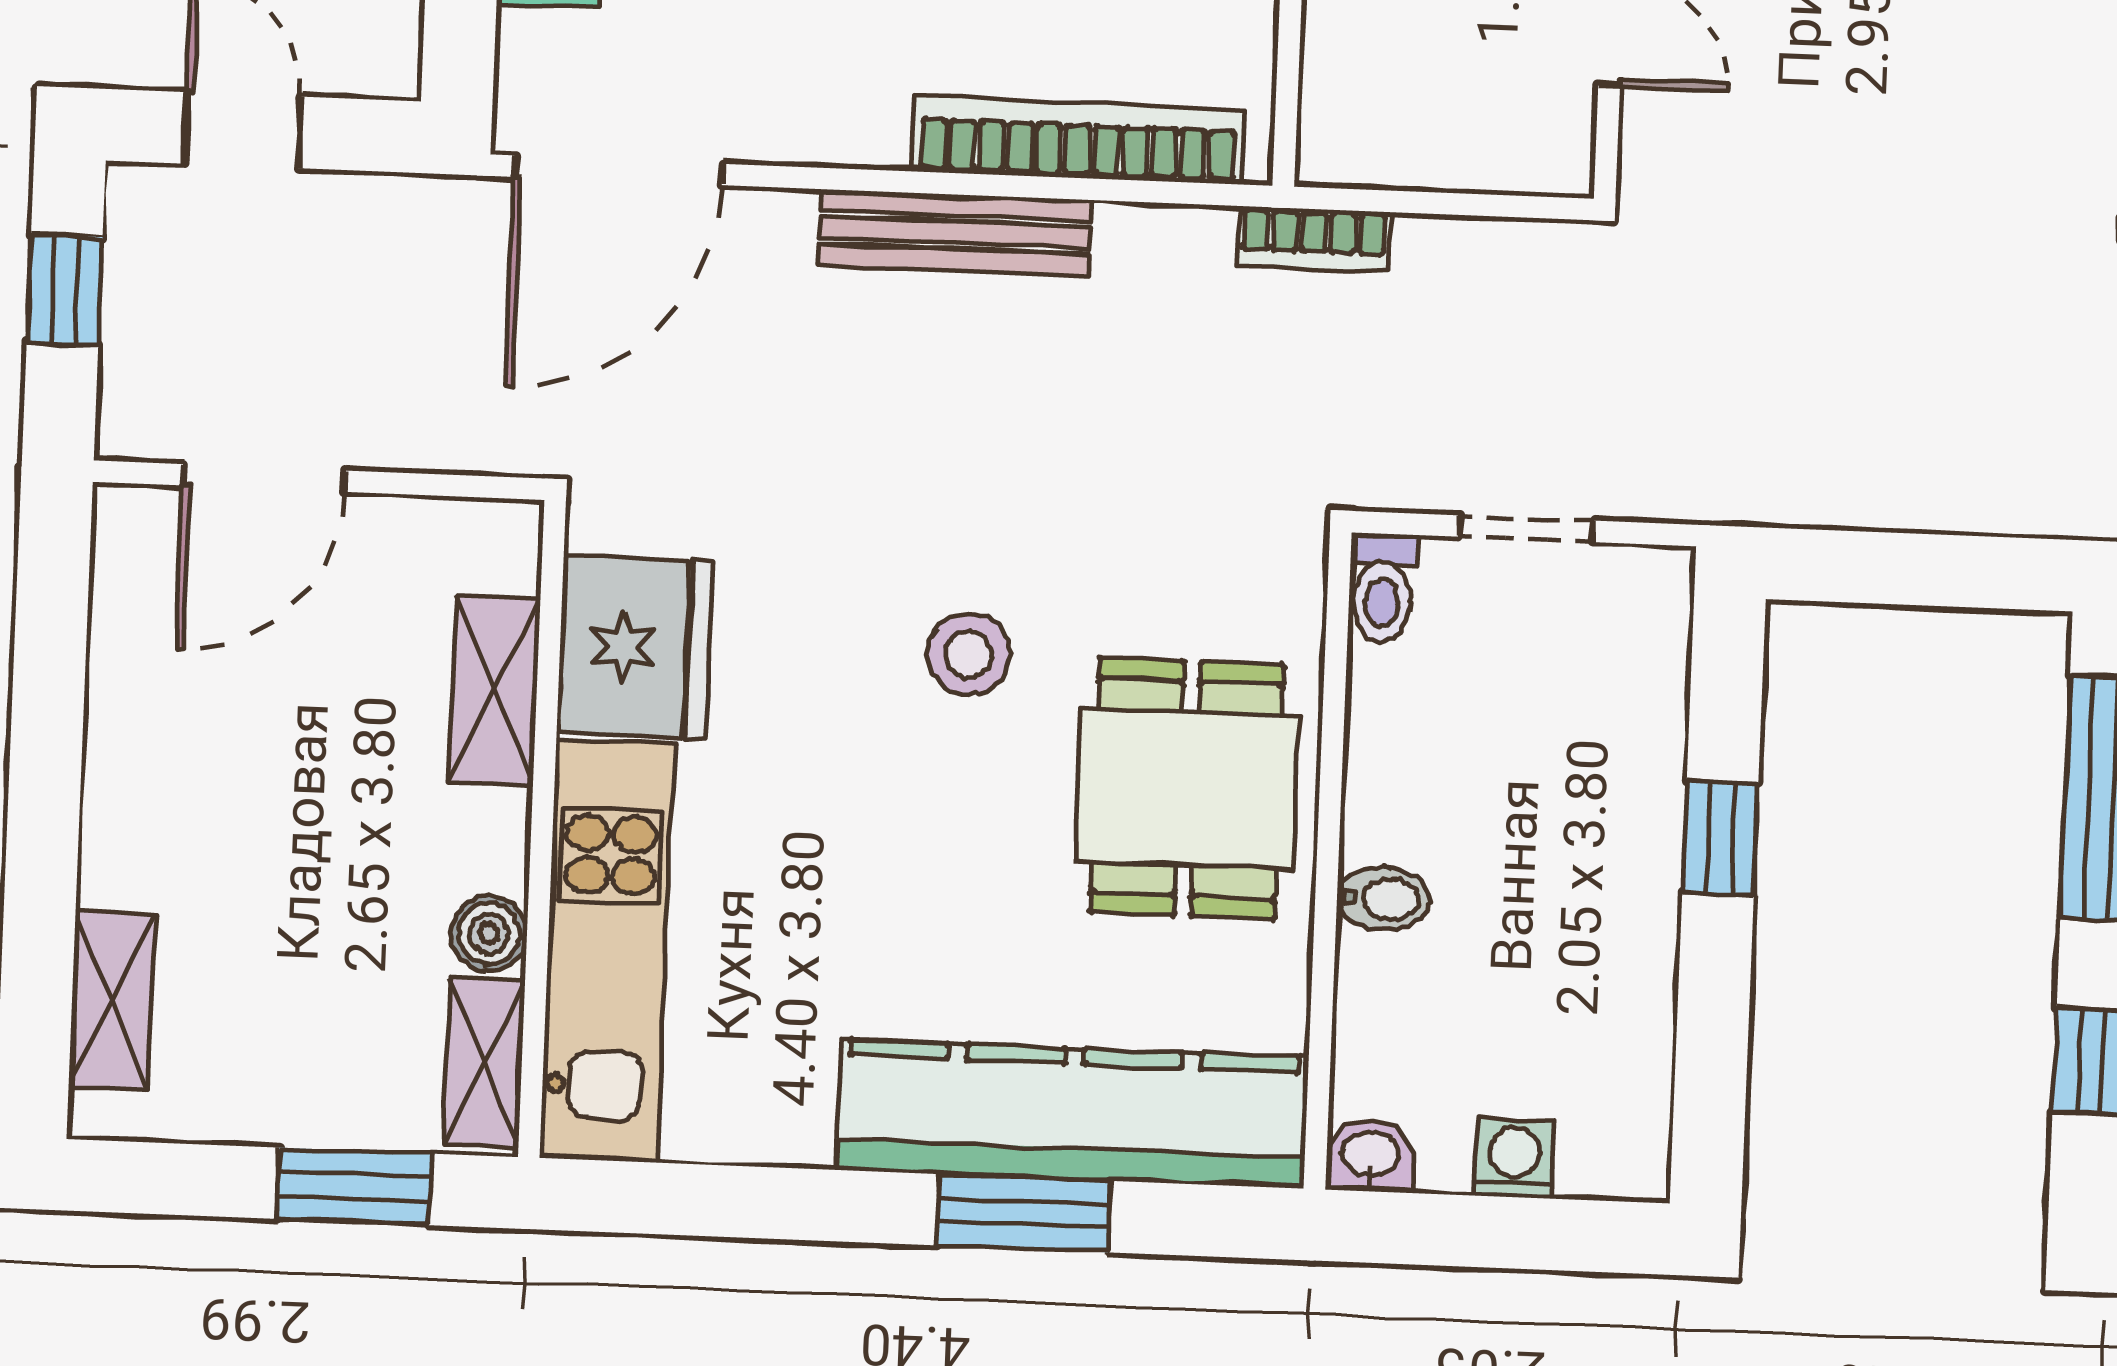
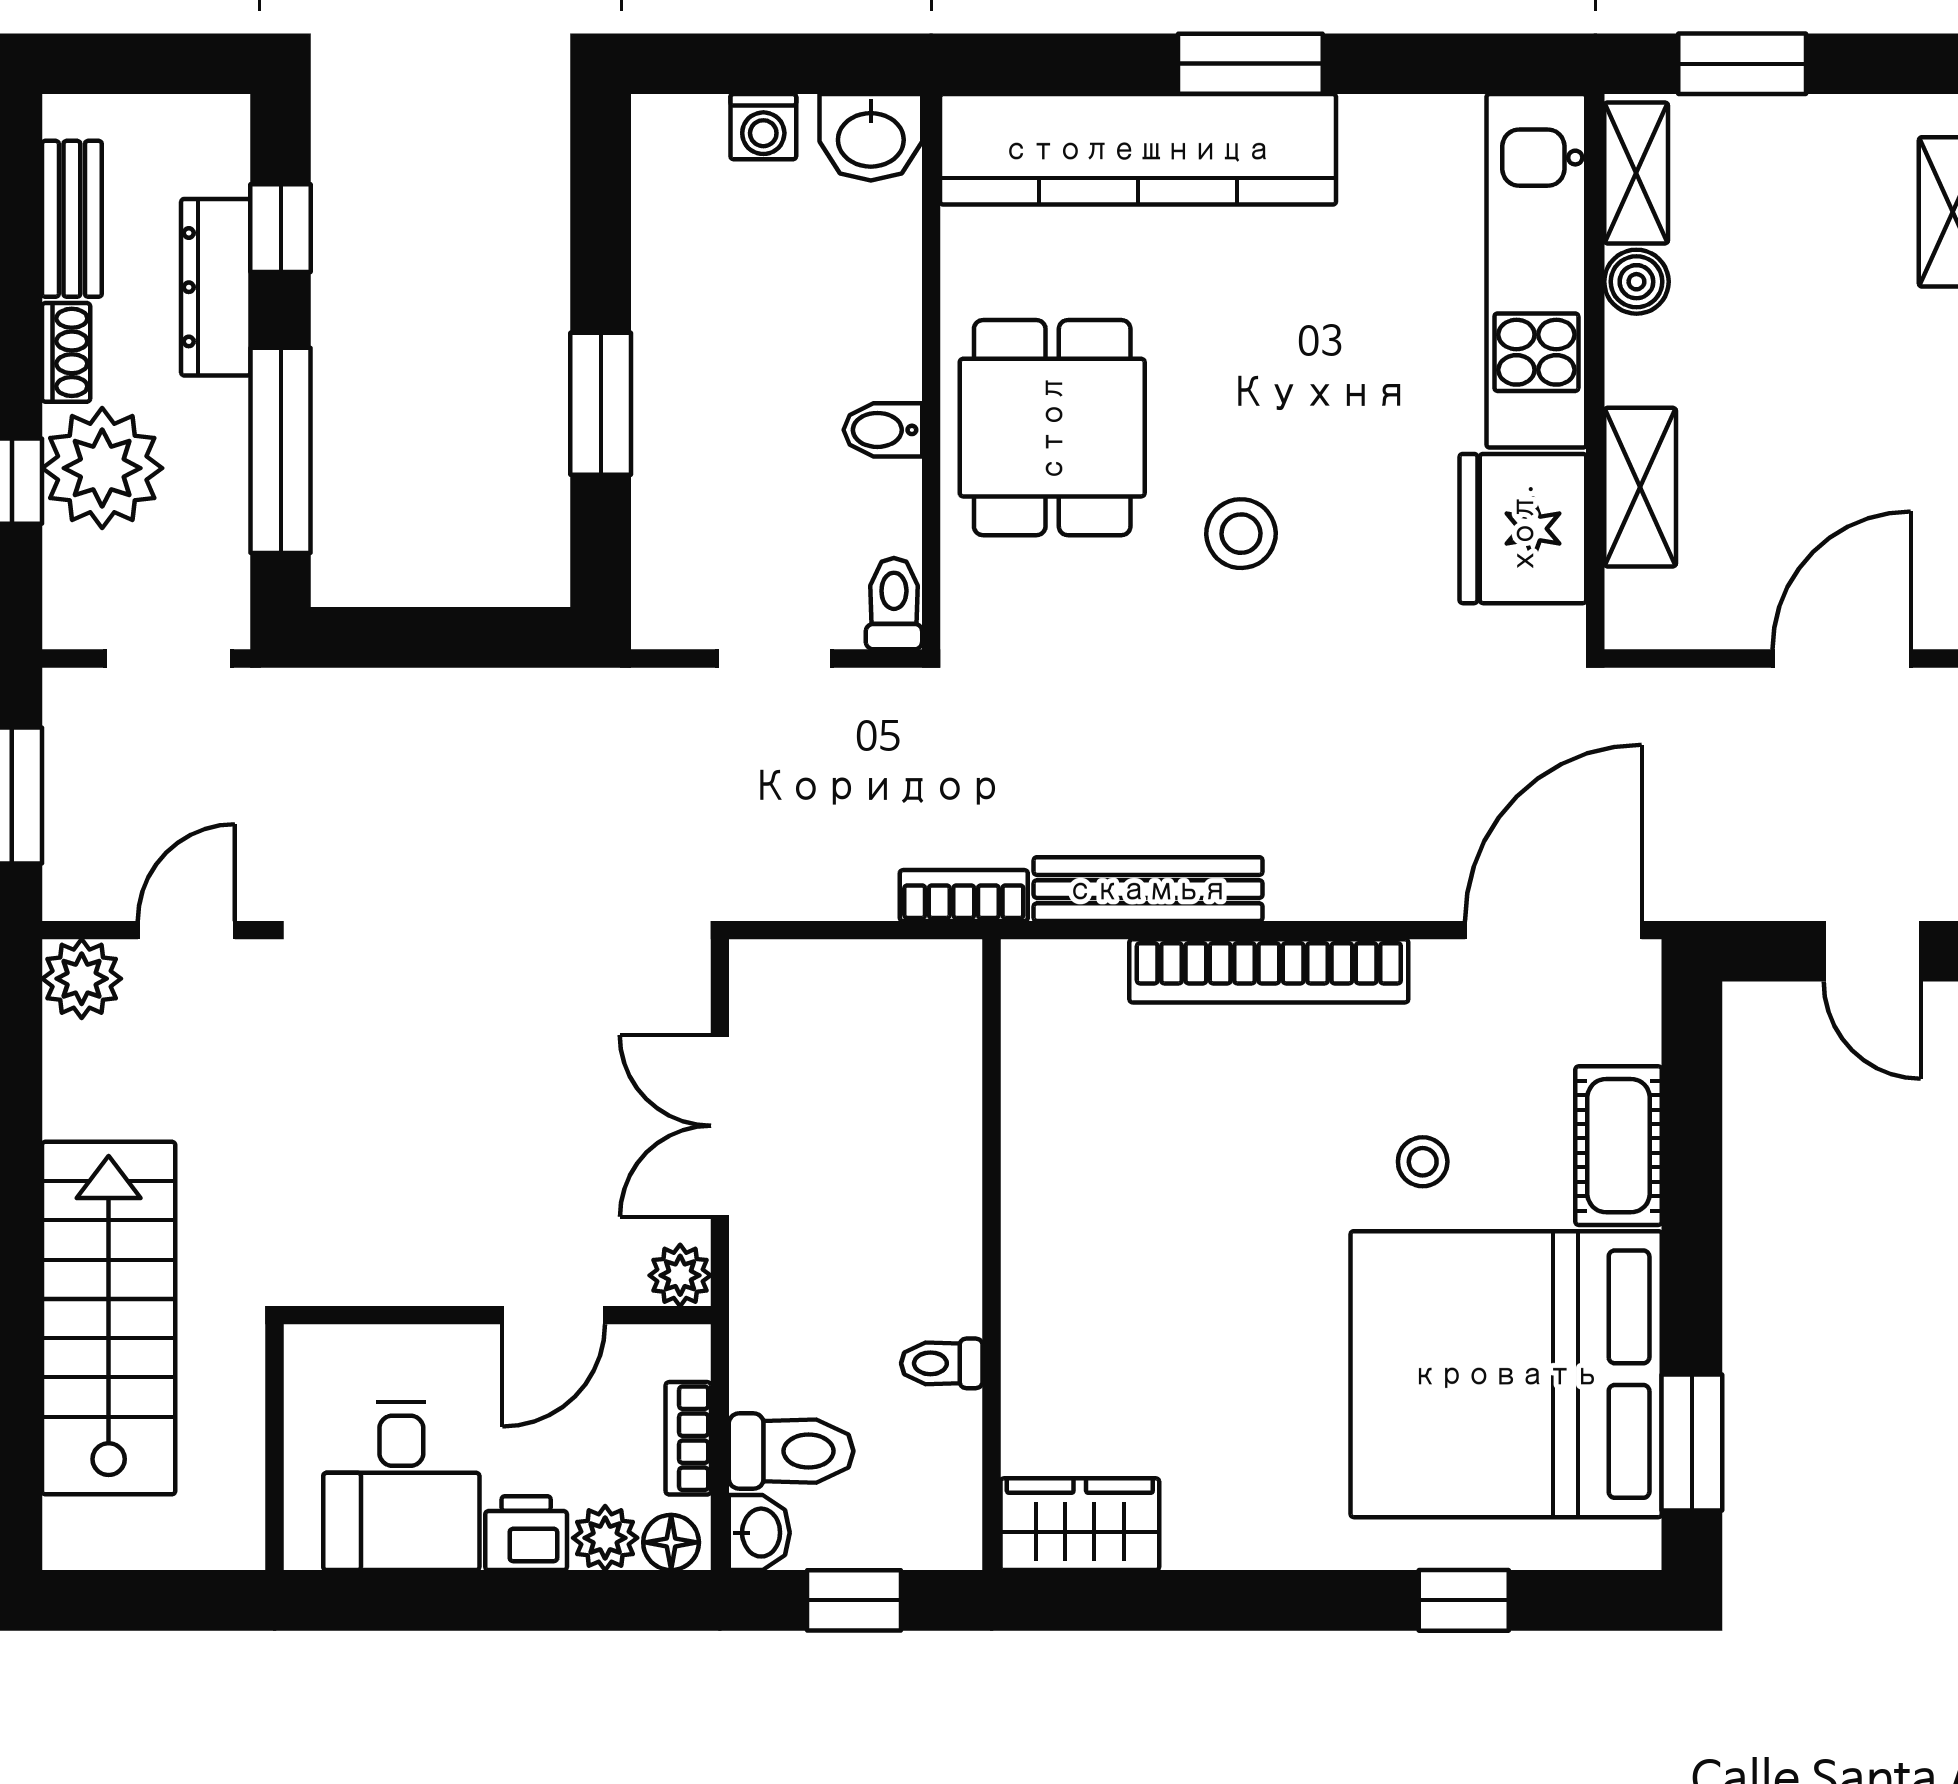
bookcase: (1078, 141) -> (1269, 971), moved
bench: (955, 232) -> (1148, 889), moved
window: (1720, 838) -> (601, 404), width x1.50
bidet: (1383, 899) -> (883, 430), moved
washbasin: (1370, 1156) -> (871, 137), width x1.38, depth x1.45
window: (1024, 1213) -> (1250, 64), moved

